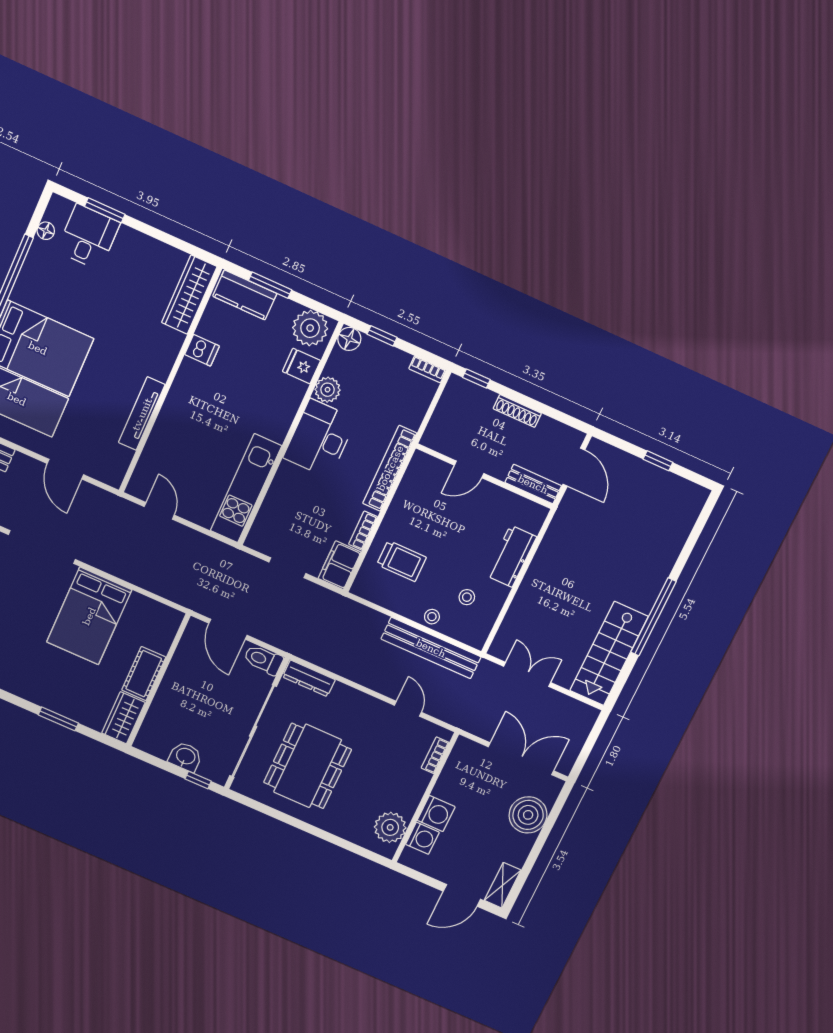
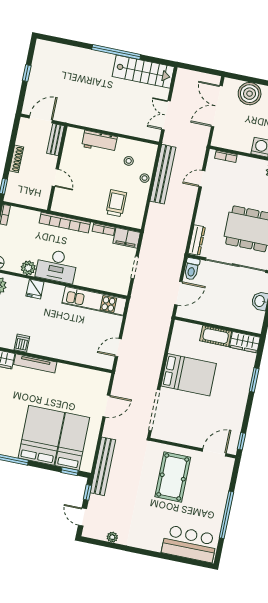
fridge: (301, 366) -> (35, 289), moved
tv unit: (142, 414) -> (35, 363), moved

